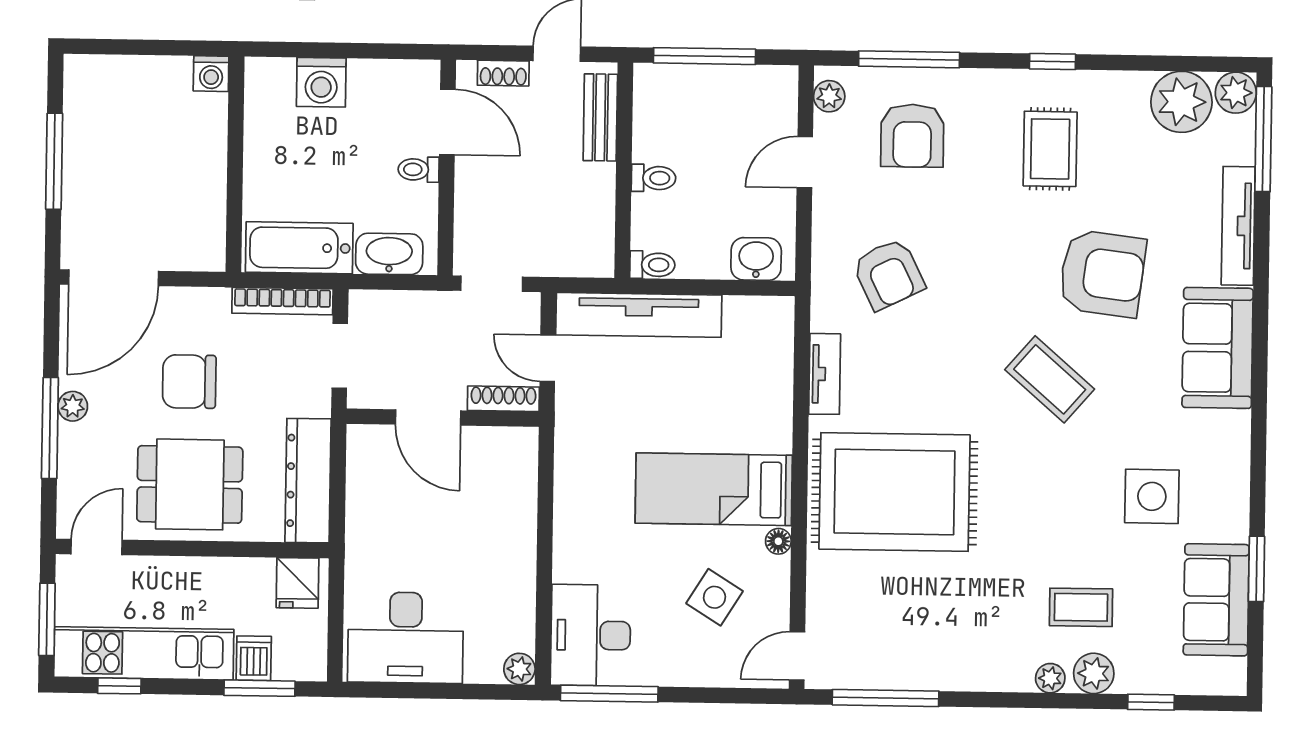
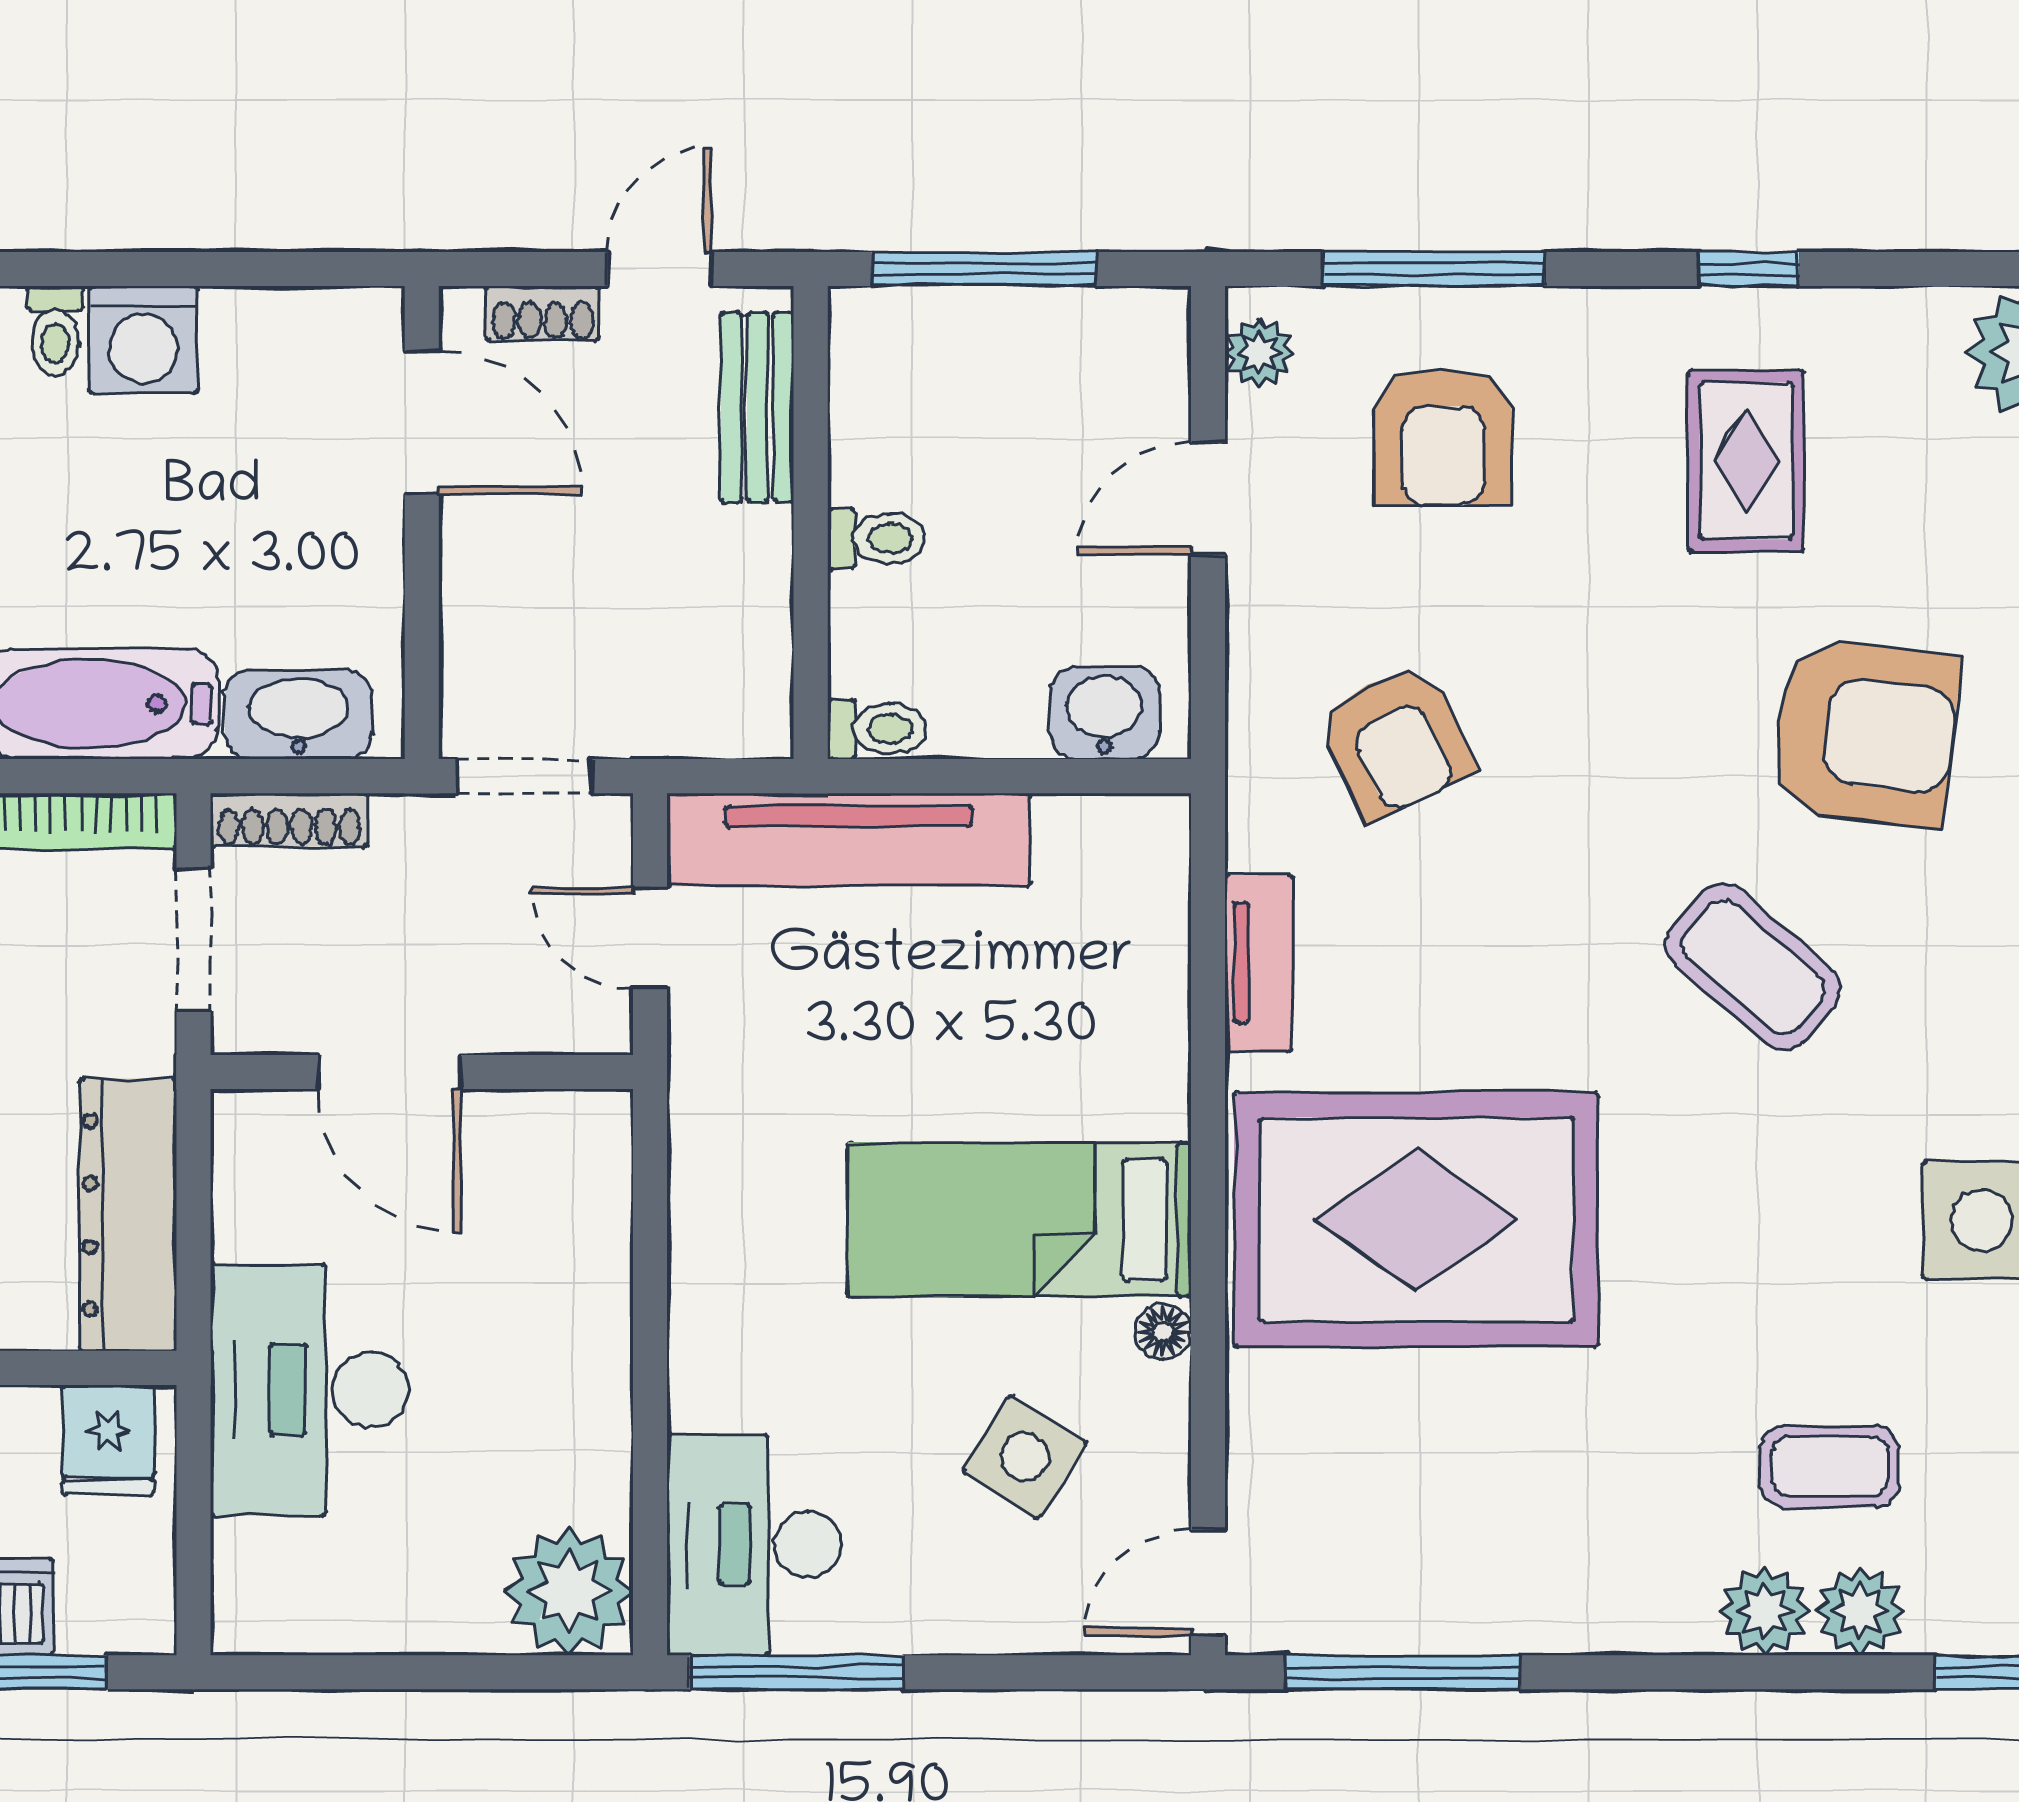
toilet: (419, 169) -> (55, 331), moved, turned -90
shoe rack: (503, 399) -> (289, 820), moved, turned 180
desk: (406, 638) -> (310, 1390), moved, turned 90
plant: (519, 669) -> (569, 1591), width x1.88, depth x1.88
plant: (1050, 678) -> (1765, 1611), width x1.38, depth x1.38

